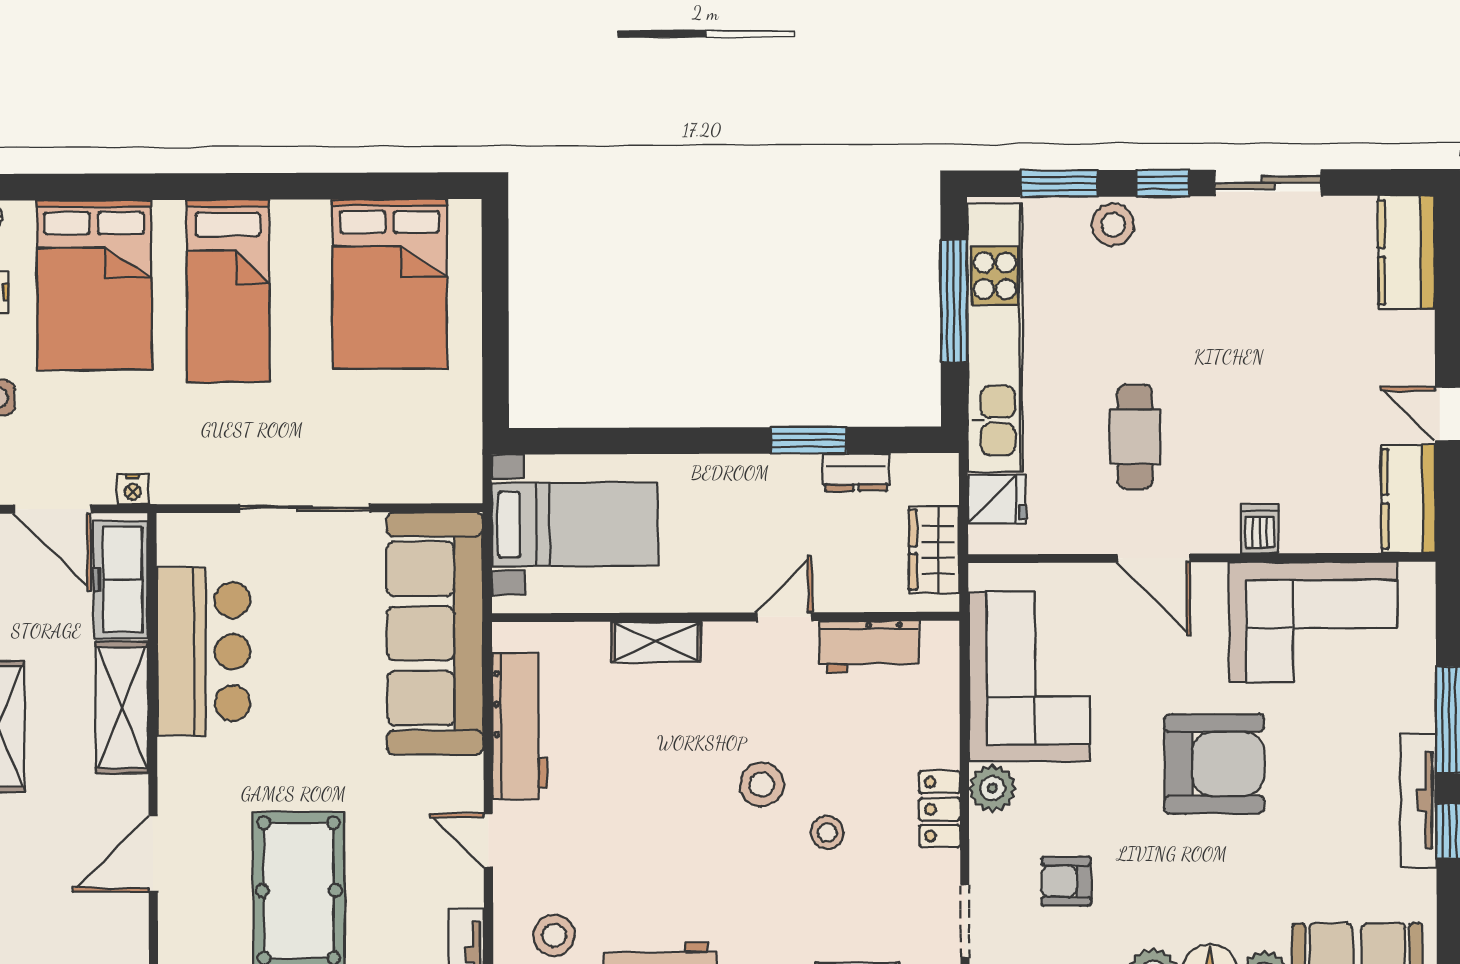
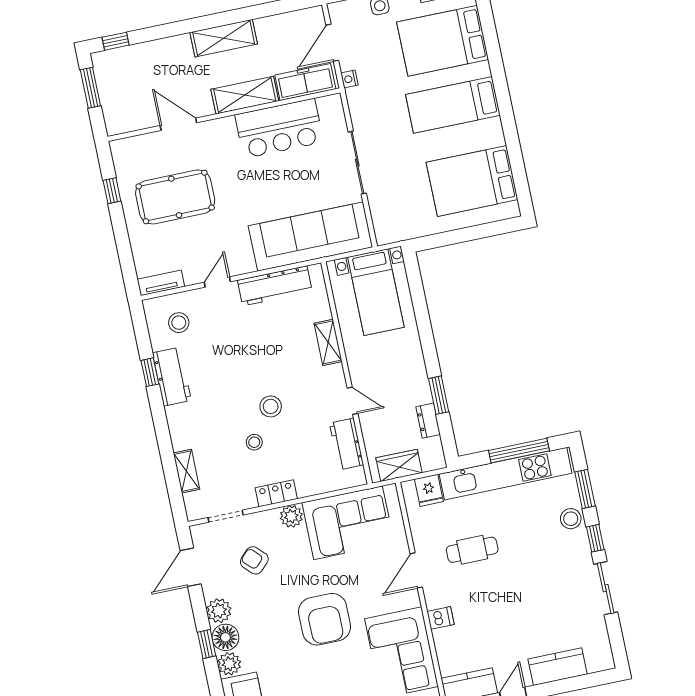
kitchen counter: (1406, 252) -> (558, 667), moved
armchair: (1066, 881) -> (254, 560), turned -45

